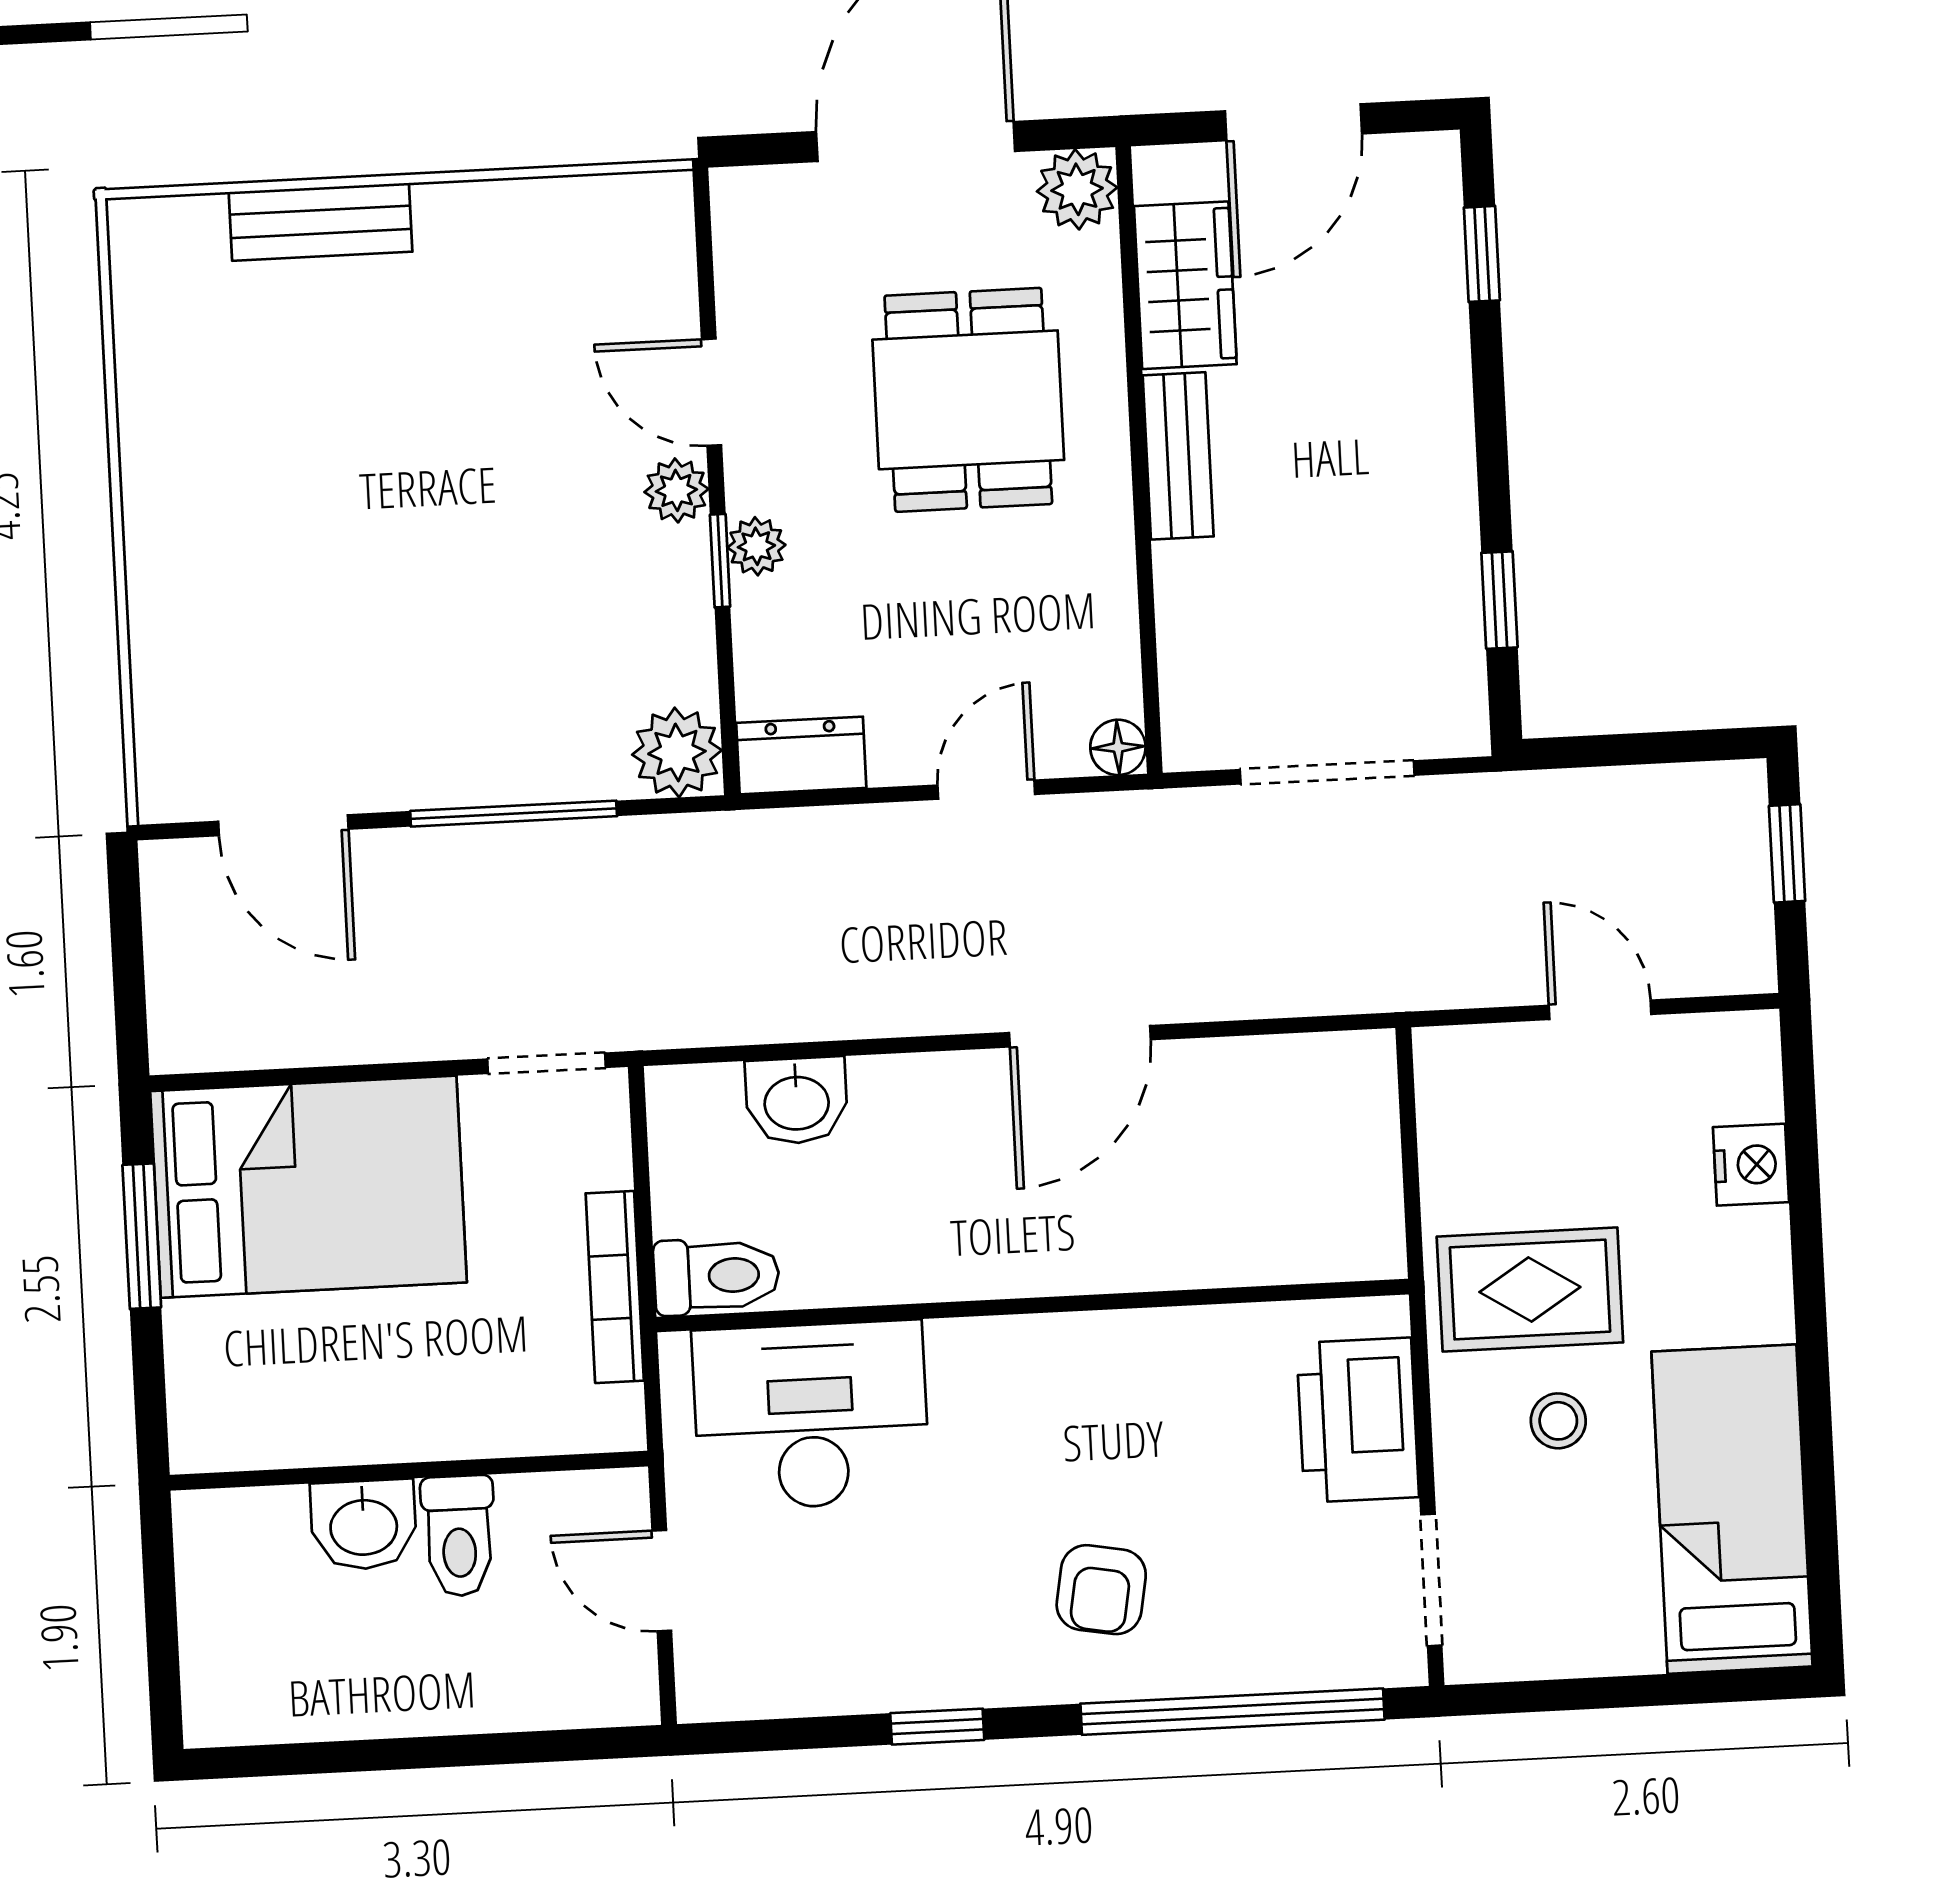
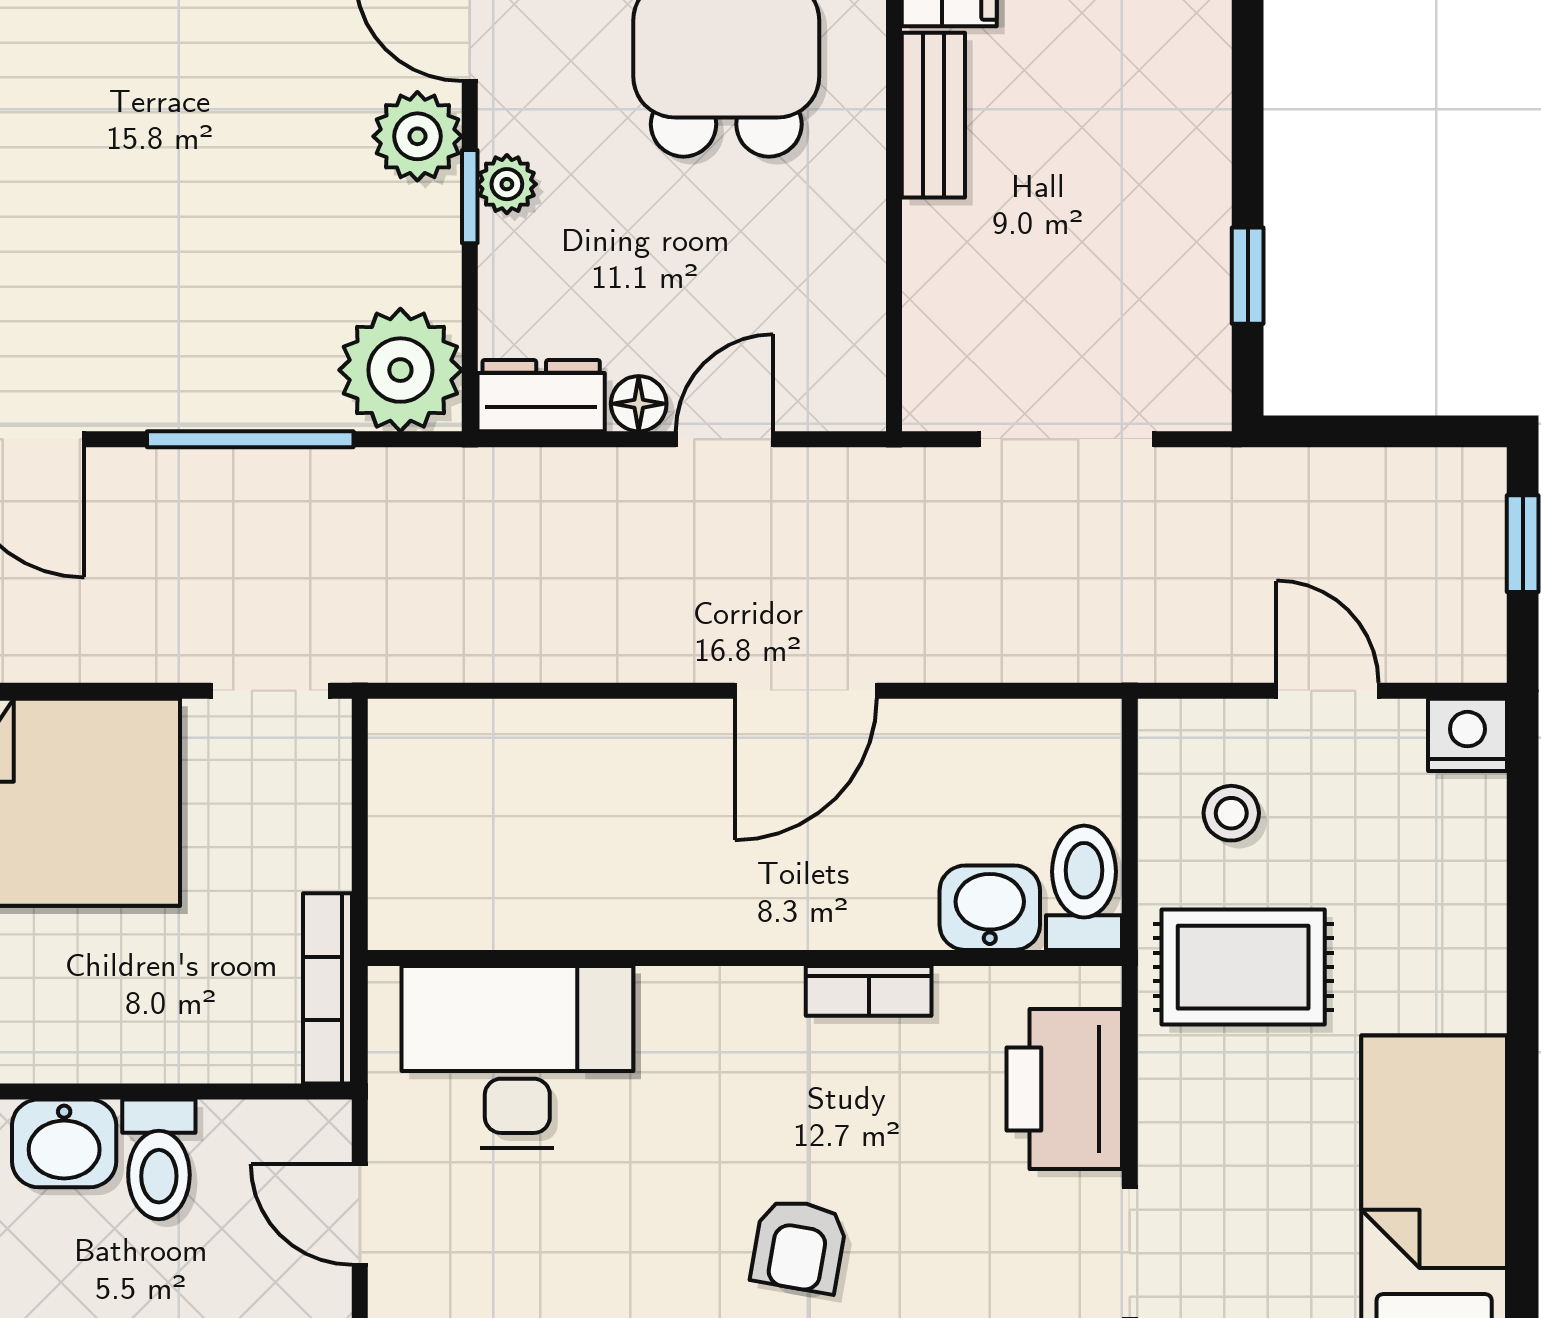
plant: (676, 490) -> (417, 136), width x1.38, depth x1.38
floor lamp: (1118, 747) -> (639, 404), moved
plant: (677, 752) -> (400, 370), width x1.36, depth x1.36
washbasin: (797, 1101) -> (990, 908), moved, turned 180
nightstand: (1751, 1165) -> (1467, 735), moved, turned -90
toilet: (716, 1276) -> (1084, 888), moved, turned -90
bookcase: (615, 1287) -> (327, 988), moved
bookcase: (1158, 1332) -> (869, 991), added
stool: (1558, 1421) -> (1231, 813), moved

